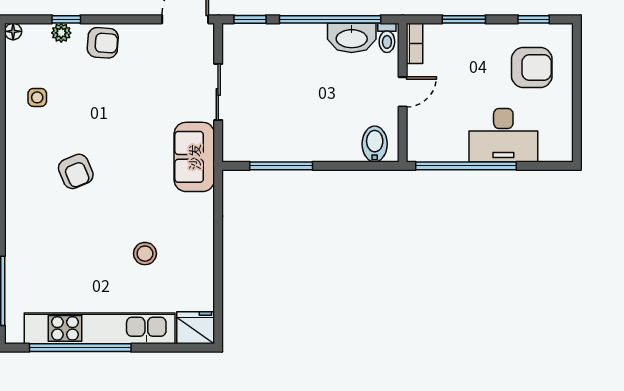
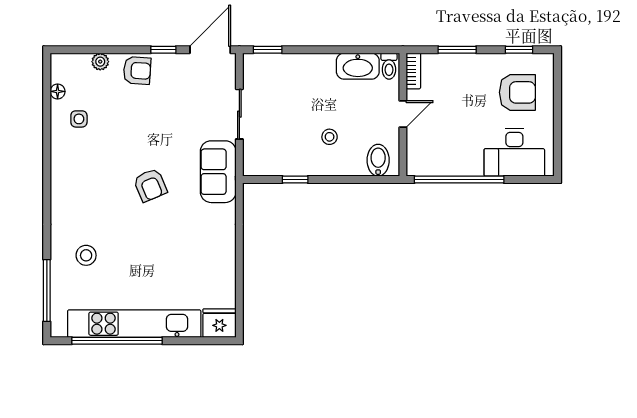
window: (66, 19) -> (163, 50), moved
window: (330, 19) -> (339, 50), removed
floor lamp: (13, 31) -> (58, 91), moved
stool: (320, 118) -> (330, 137), added
desk: (503, 135) -> (514, 152), moved
window: (281, 166) -> (295, 180), width x0.46
armchair: (76, 171) -> (150, 185), moved
stool: (145, 254) -> (86, 255), moved

